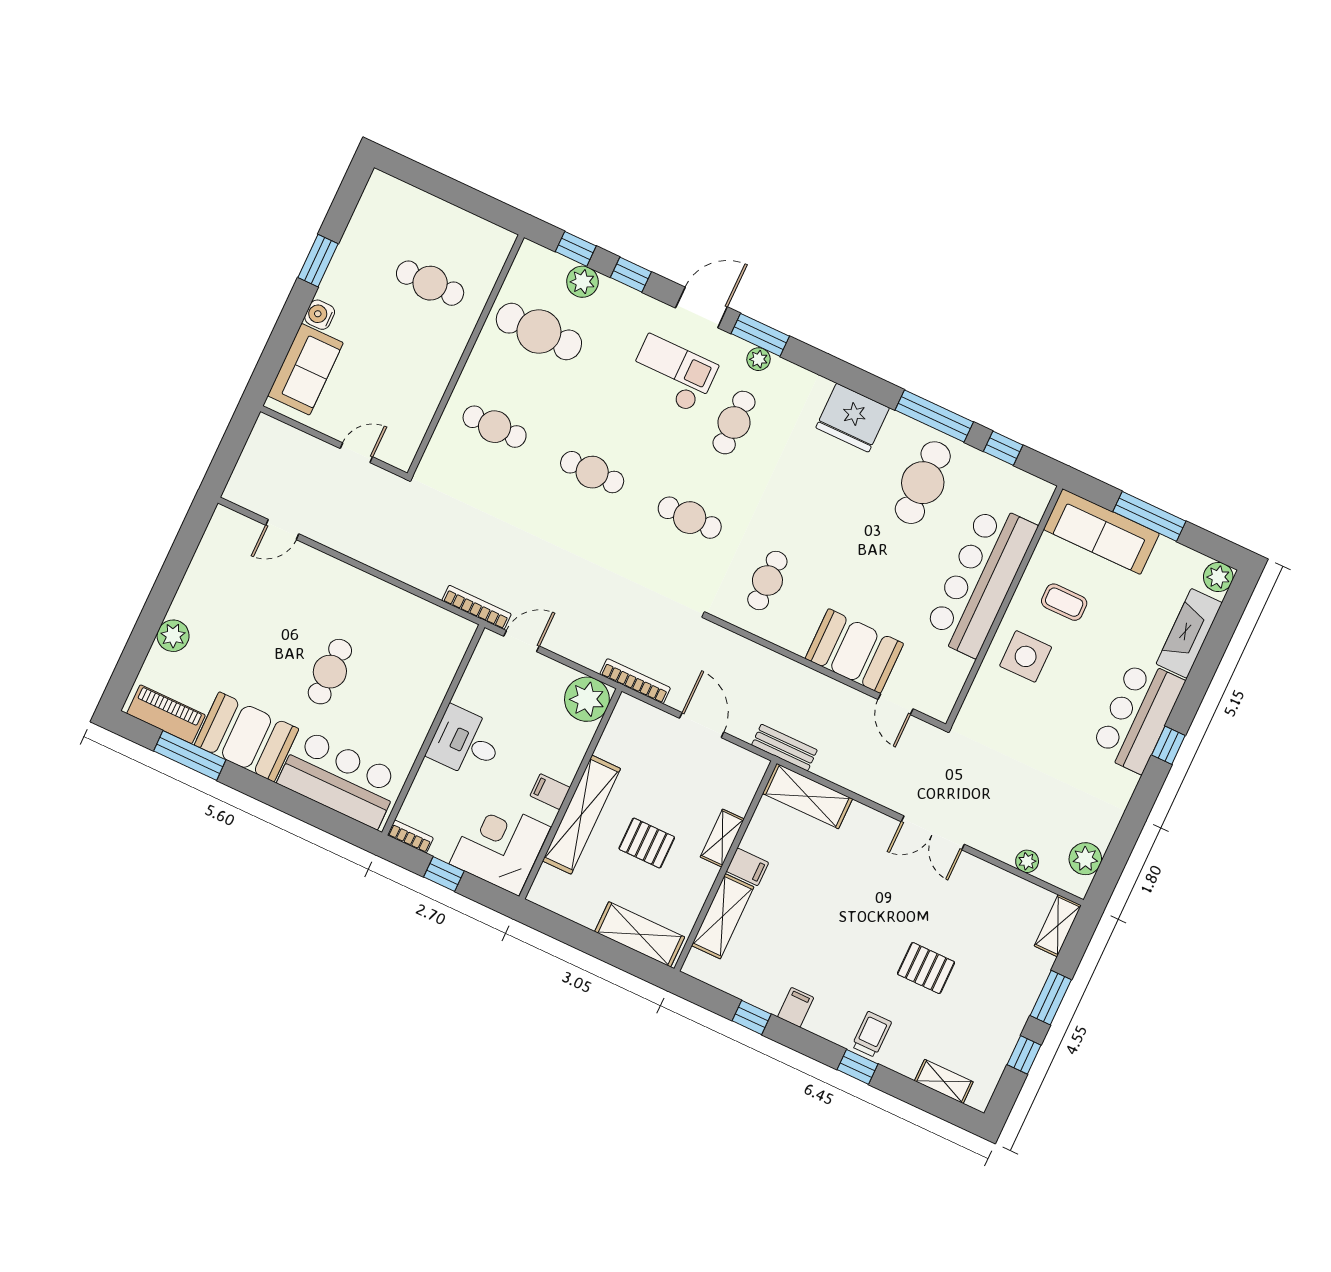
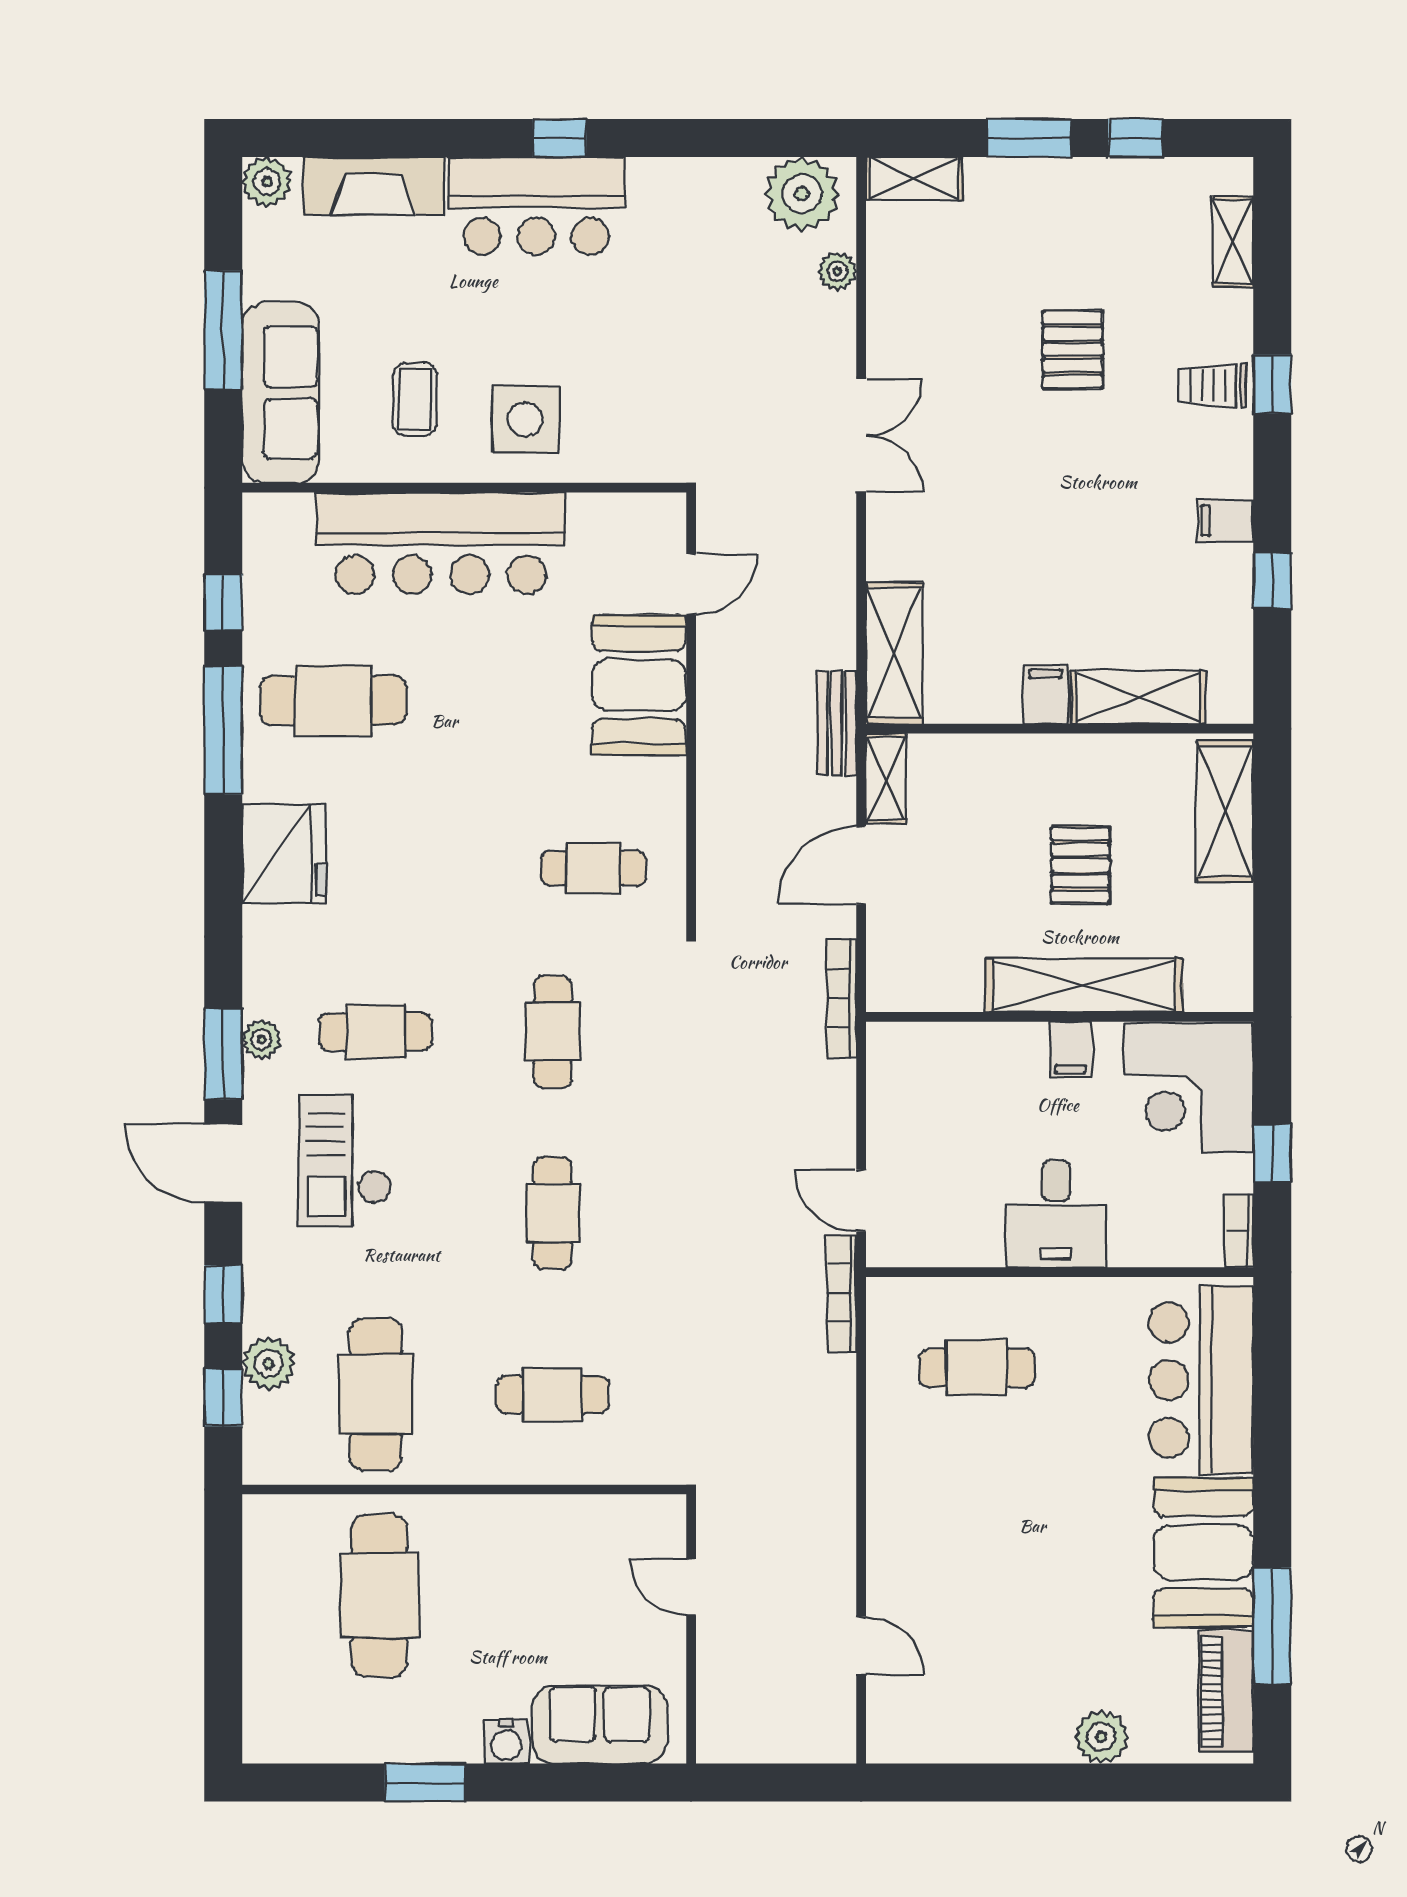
cafe table: (430, 283) -> (379, 1595), width x1.37, depth x1.35
cafe table: (495, 427) -> (553, 1395), turned 90
cafe table: (330, 672) -> (977, 1368), moved
plant: (587, 699) -> (903, 1059), removed
shelving: (722, 838) -> (886, 778), moved, turned 90
plant: (1085, 859) -> (802, 194), width x1.36, depth x1.36

